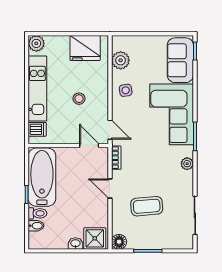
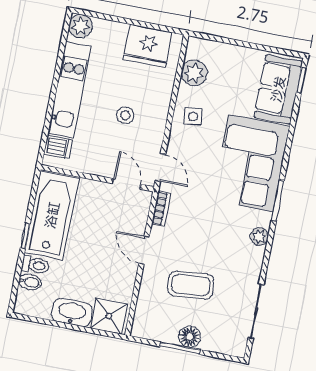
floor lamp: (119, 242) -> (190, 337), moved
washbasin: (75, 244) -> (72, 312), width x1.91, depth x1.45

